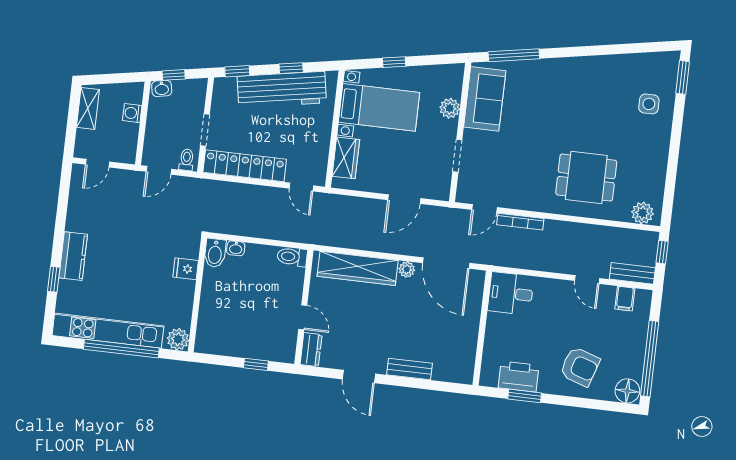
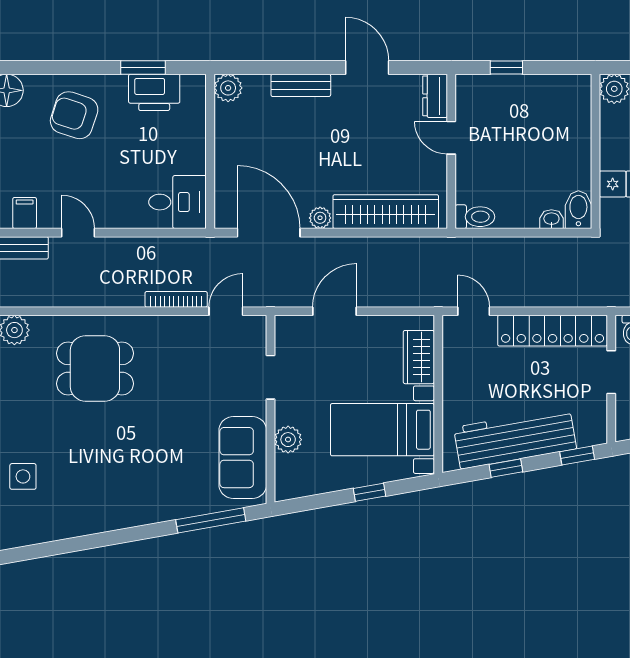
plant: (463, 373) -> (228, 88), added

